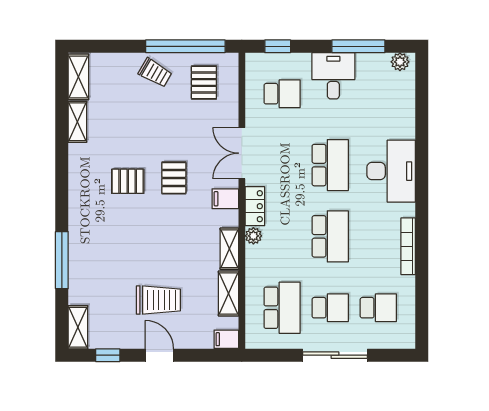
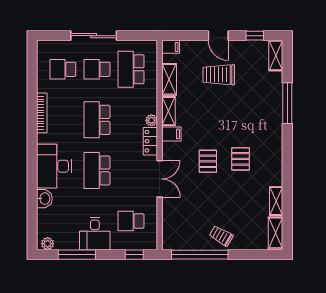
pallet: (204, 82) -> (187, 229), removed
washbasin: (404, 125) -> (44, 199), added
pallet: (128, 181) -> (241, 159), turned 90
filing cabinet: (225, 199) -> (171, 134), moved

